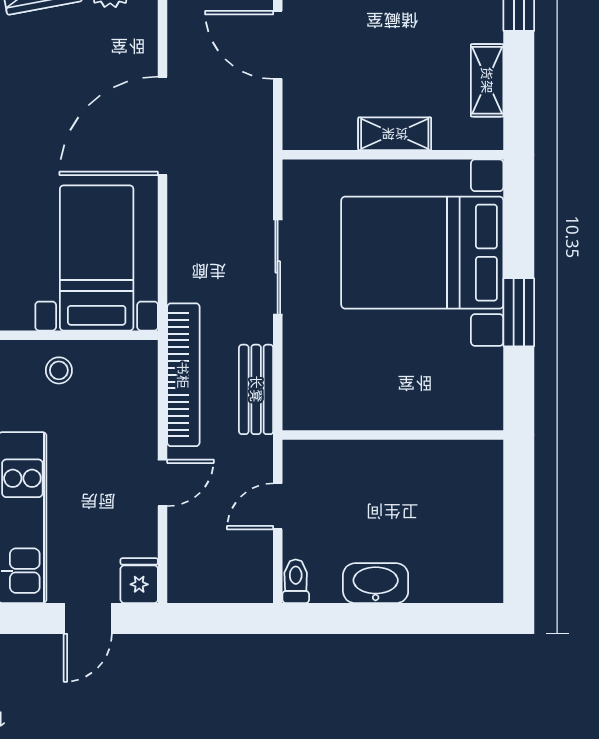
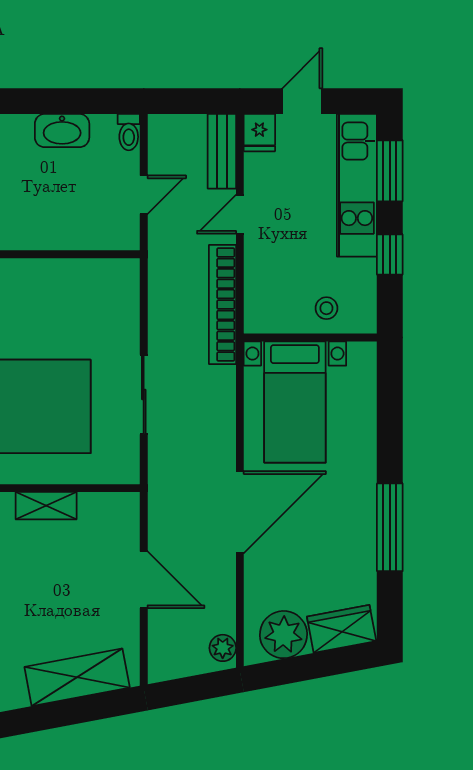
bench: (256, 389) -> (222, 151), moved

